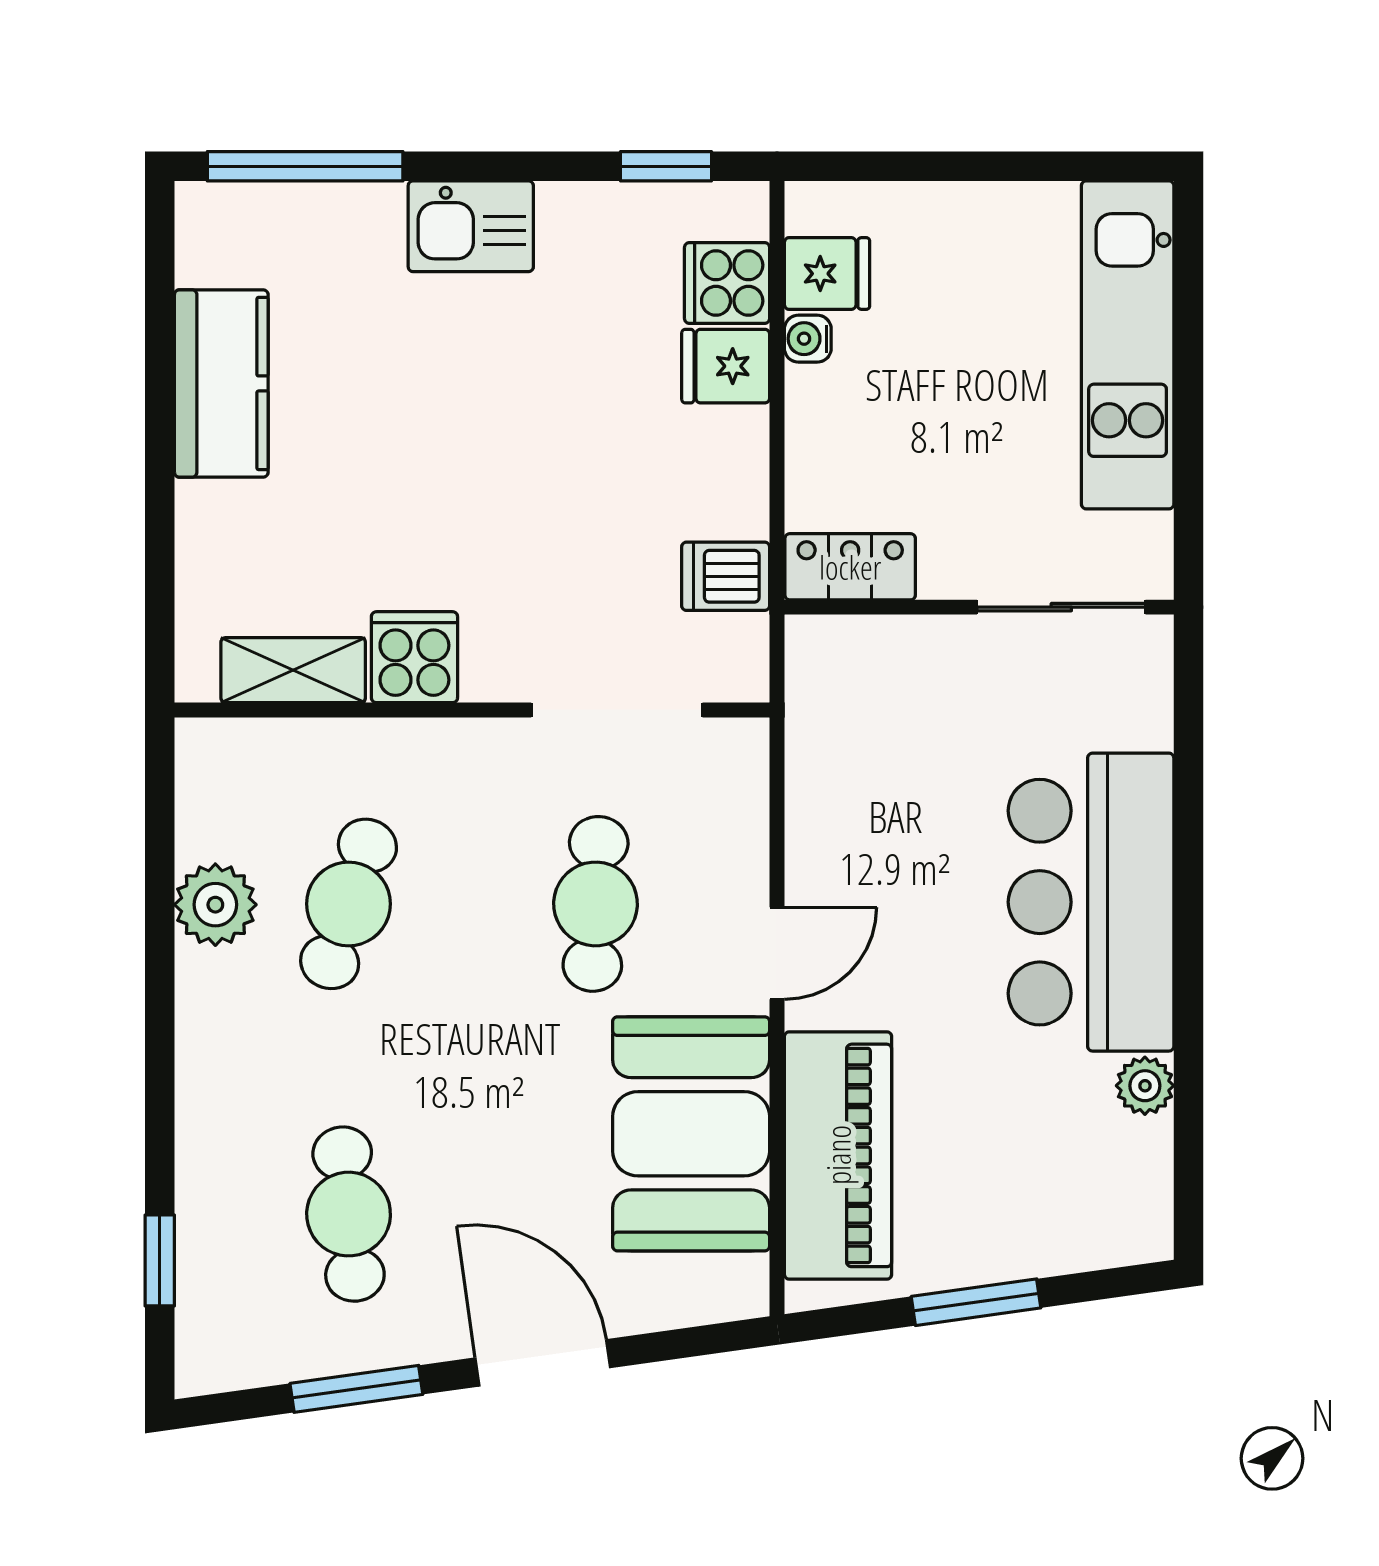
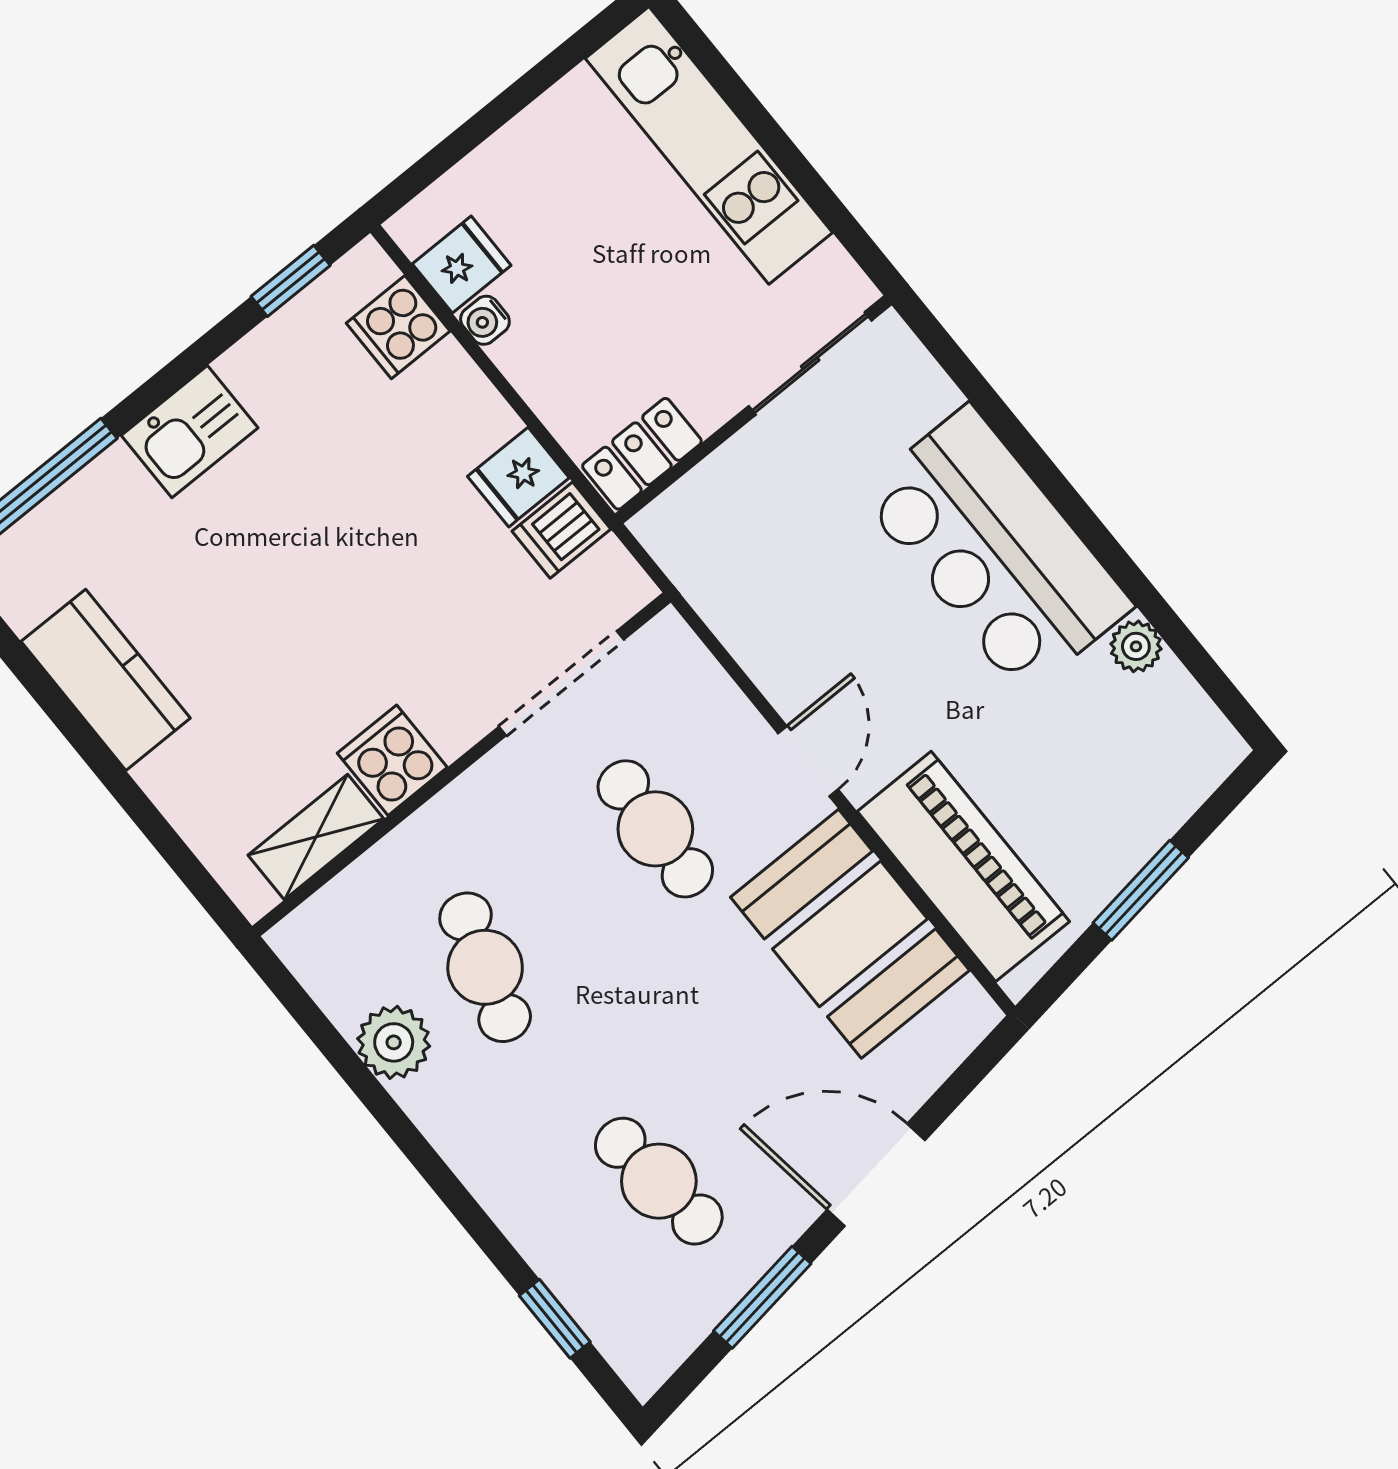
fridge: (726, 366) -> (518, 477), moved

